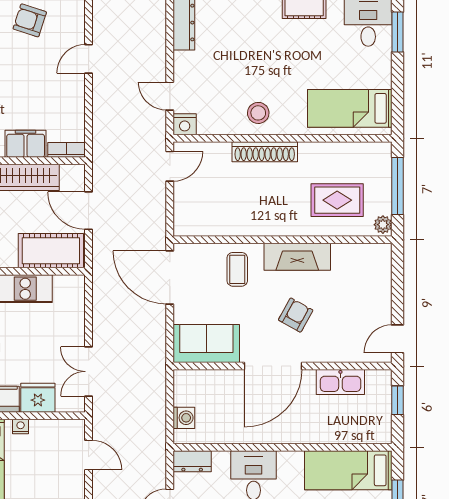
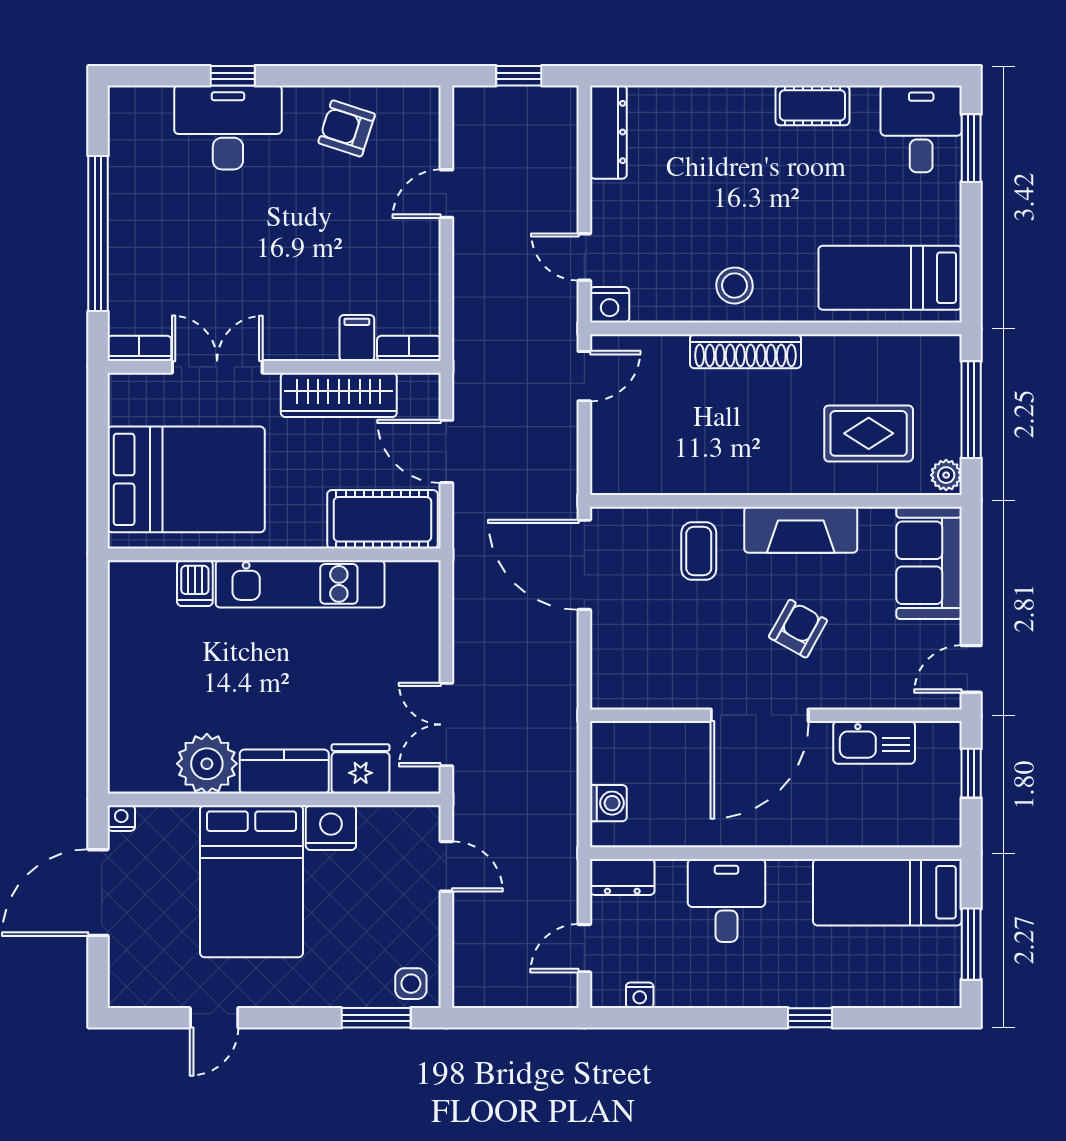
filing cabinet: (26, 144) -> (357, 338), width x0.50
sofa: (206, 344) -> (929, 563), moved, turned -90
nightstand: (21, 426) -> (331, 828), width x1.89, depth x1.79

